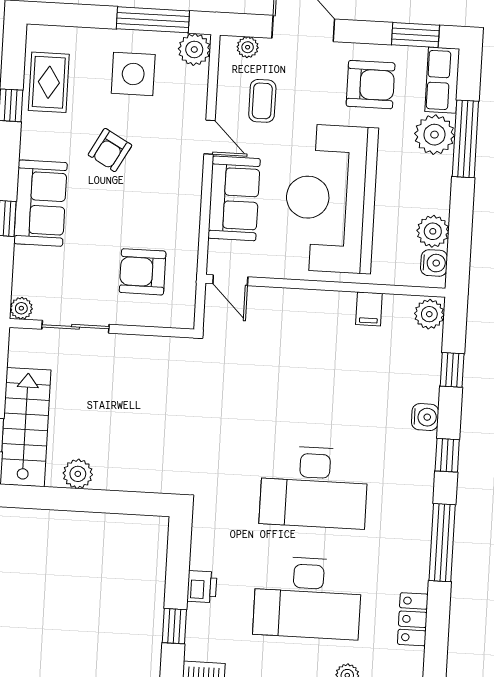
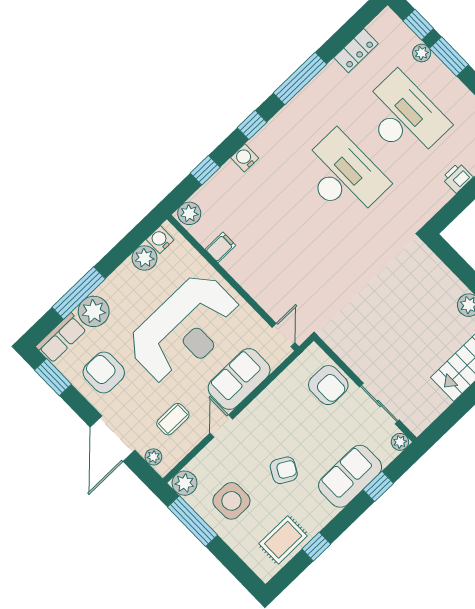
plant: (21, 308) -> (400, 442), moved
sliding door: (75, 327) -> (379, 403), moved
wall: (102, 328) -> (365, 389), moved

